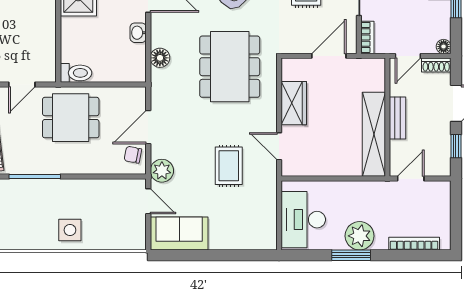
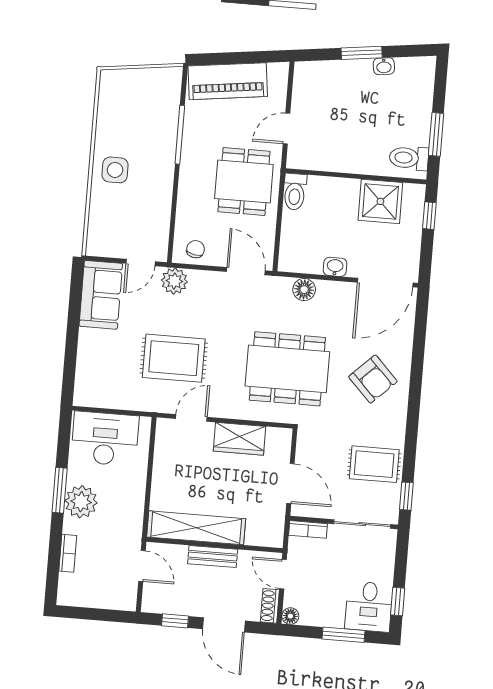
door: (22, 84) -> (287, 129), hinge flipped
door: (148, 127) -> (246, 271), moved
rug: (229, 166) -> (174, 358), width x1.36, depth x1.43
bookcase: (414, 244) -> (68, 553), width x0.64

